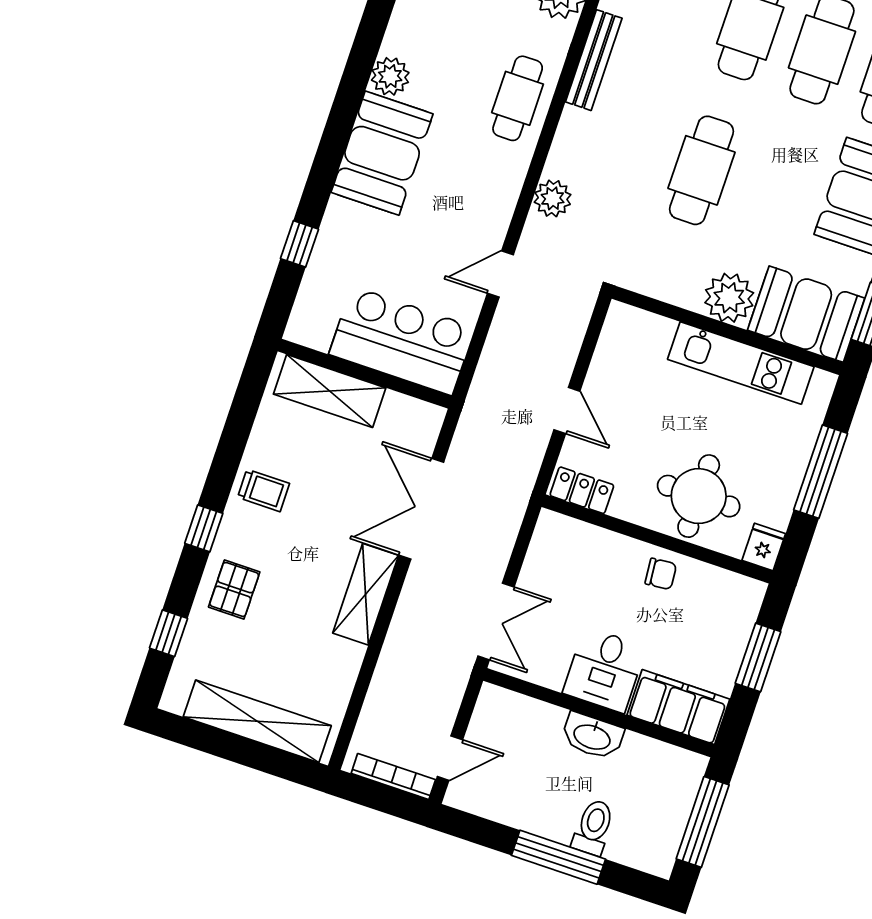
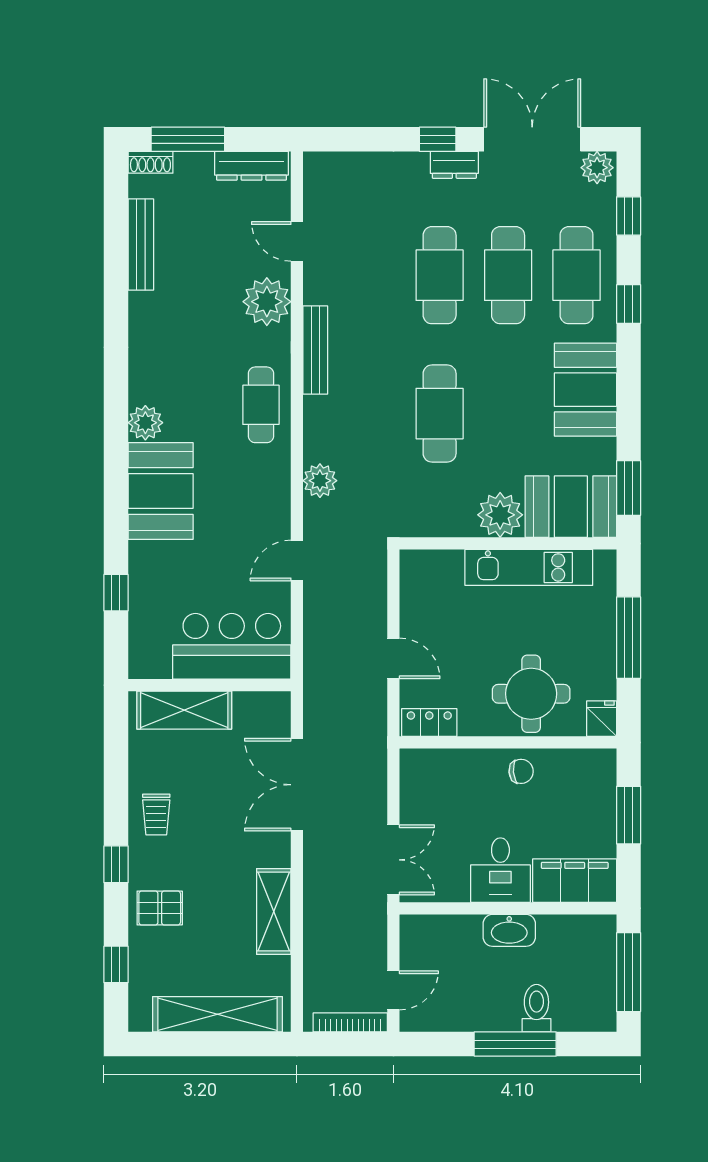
trolley: (264, 490) -> (156, 815), turned 90
pallet: (234, 589) -> (160, 908), turned 90
shelving: (366, 594) -> (274, 911), moved

